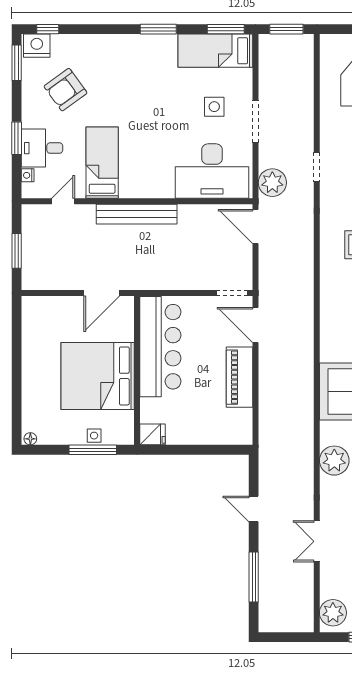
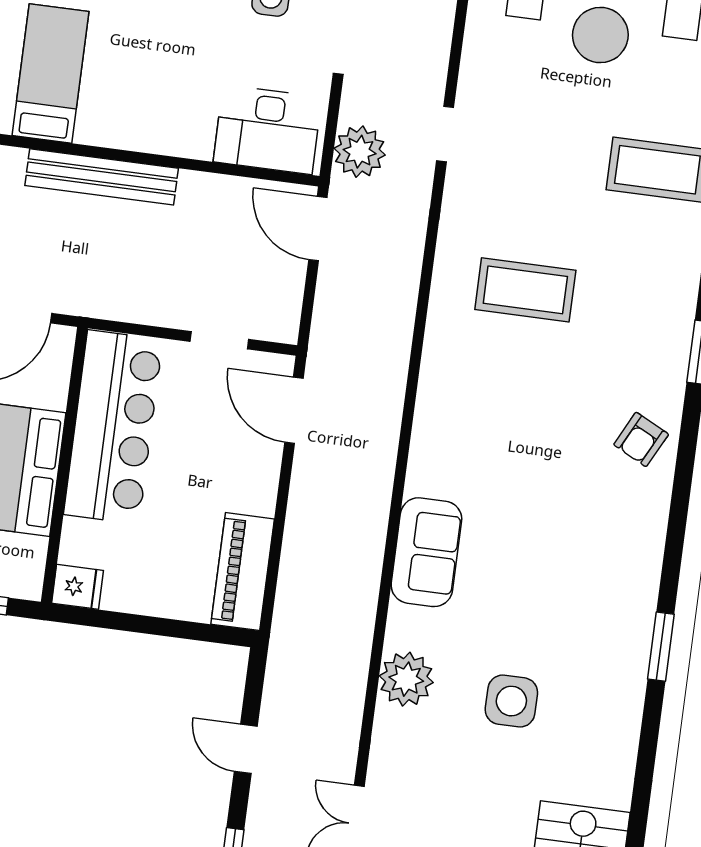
desk: (212, 171) -> (268, 130), width x0.73, depth x0.77
doorway: (232, 293) -> (219, 340), moved
piano: (239, 377) -> (243, 572), moved

